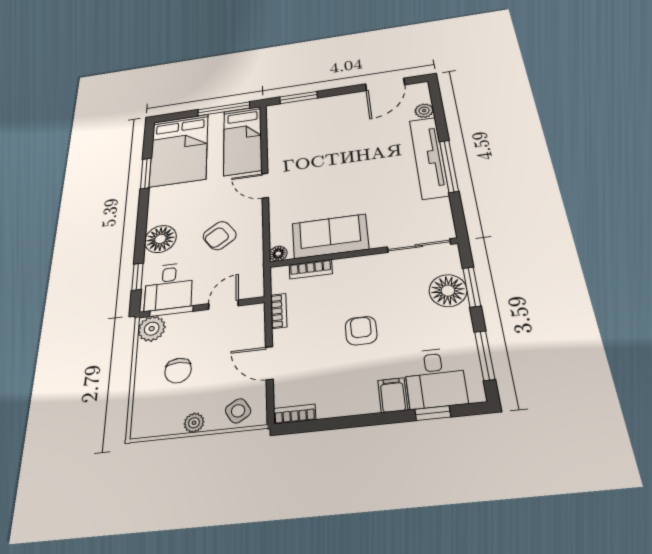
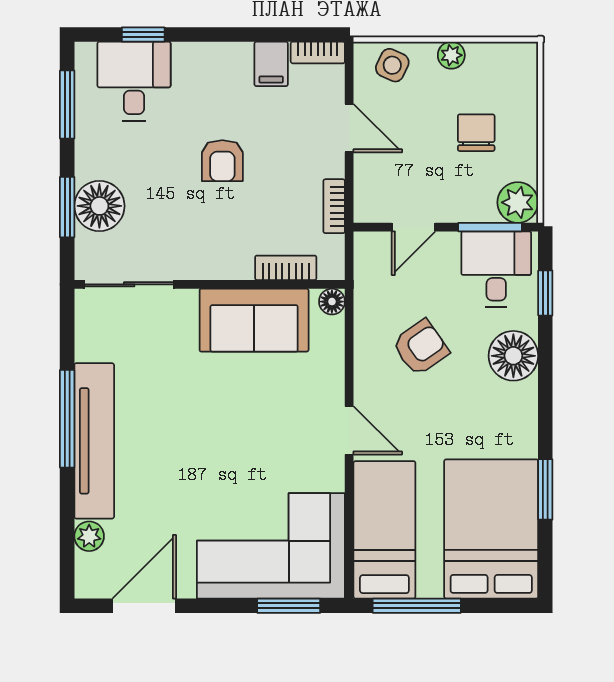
corner sofa: (311, 123) -> (271, 546), added
filing cabinet: (393, 395) -> (271, 64), moved
side table: (238, 411) -> (392, 65), turned -34

